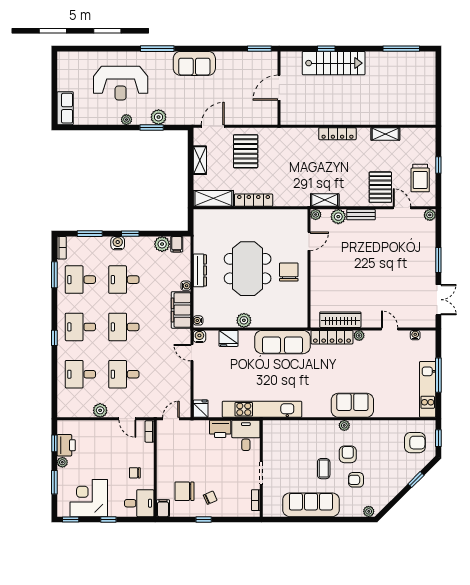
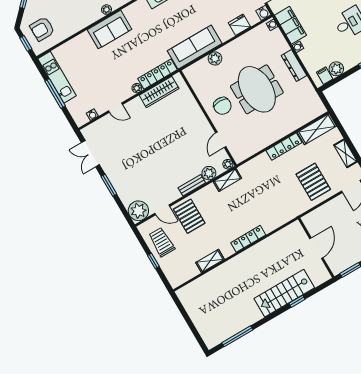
plant: (430, 215) -> (138, 211), width x1.88, depth x1.88
plant: (244, 320) -> (215, 58), moved

